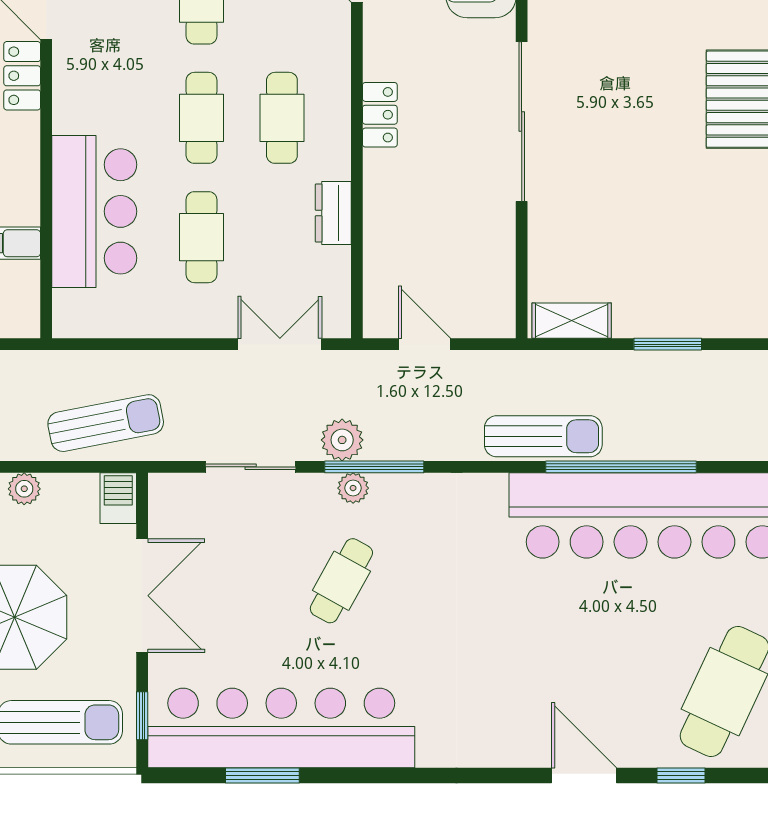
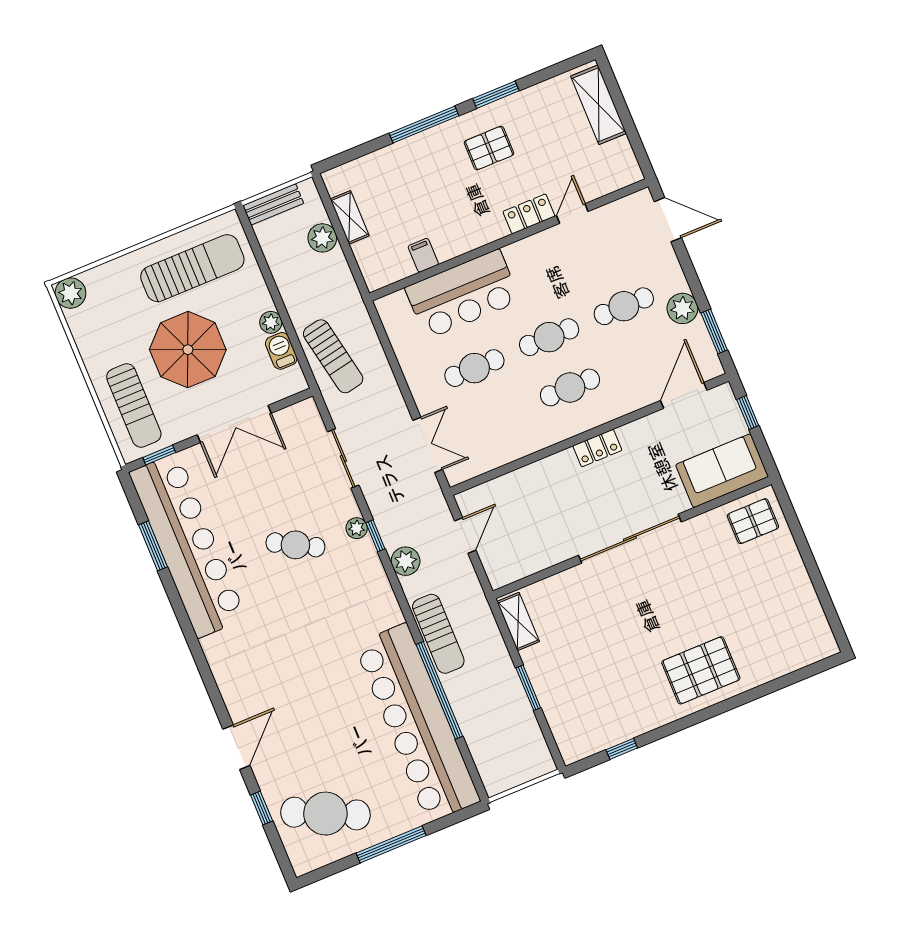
dresser: (333, 213) -> (524, 444), removed
plant: (342, 440) -> (406, 561), moved
window: (374, 467) -> (375, 536), width x0.46
barbecue: (118, 498) -> (281, 351), moved, turned -90

